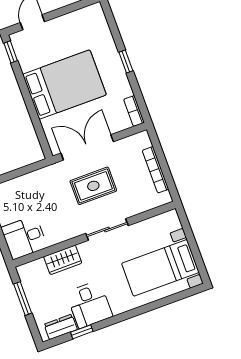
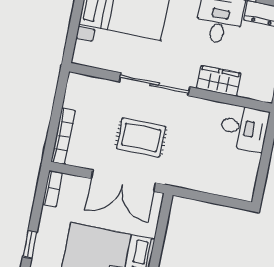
bookcase: (155, 170) -> (63, 136), moved
sliding door: (107, 229) -> (154, 84), width x1.37

